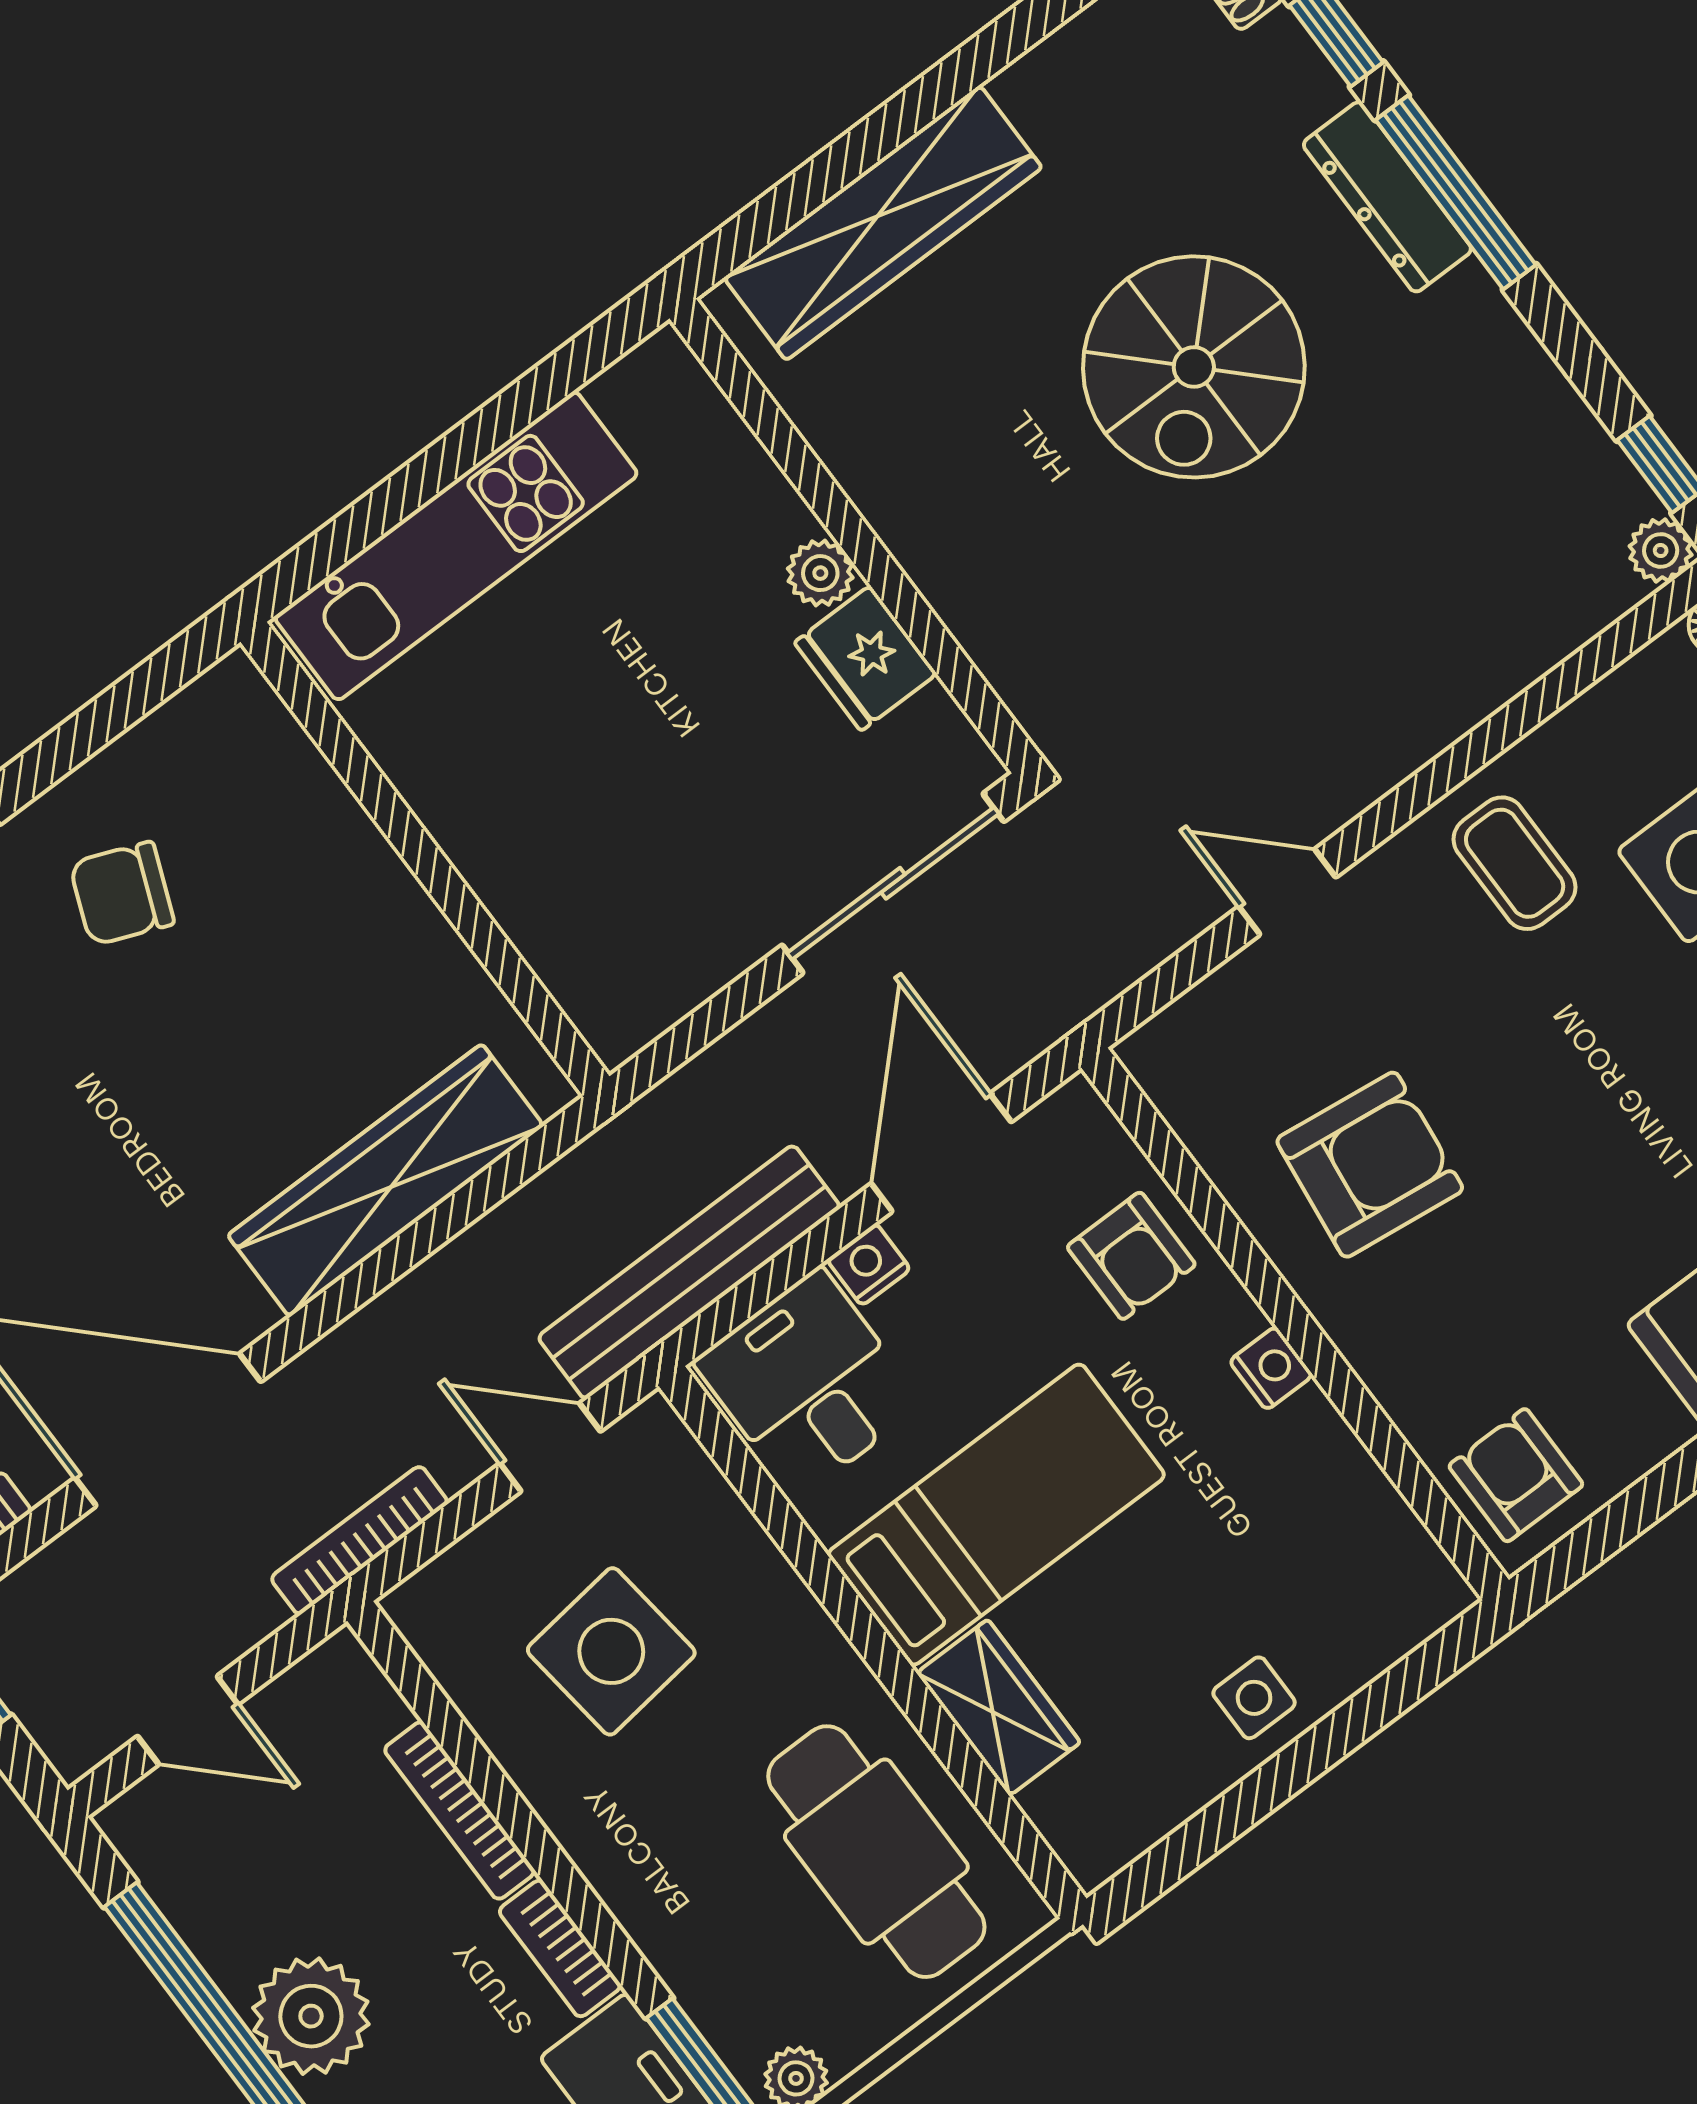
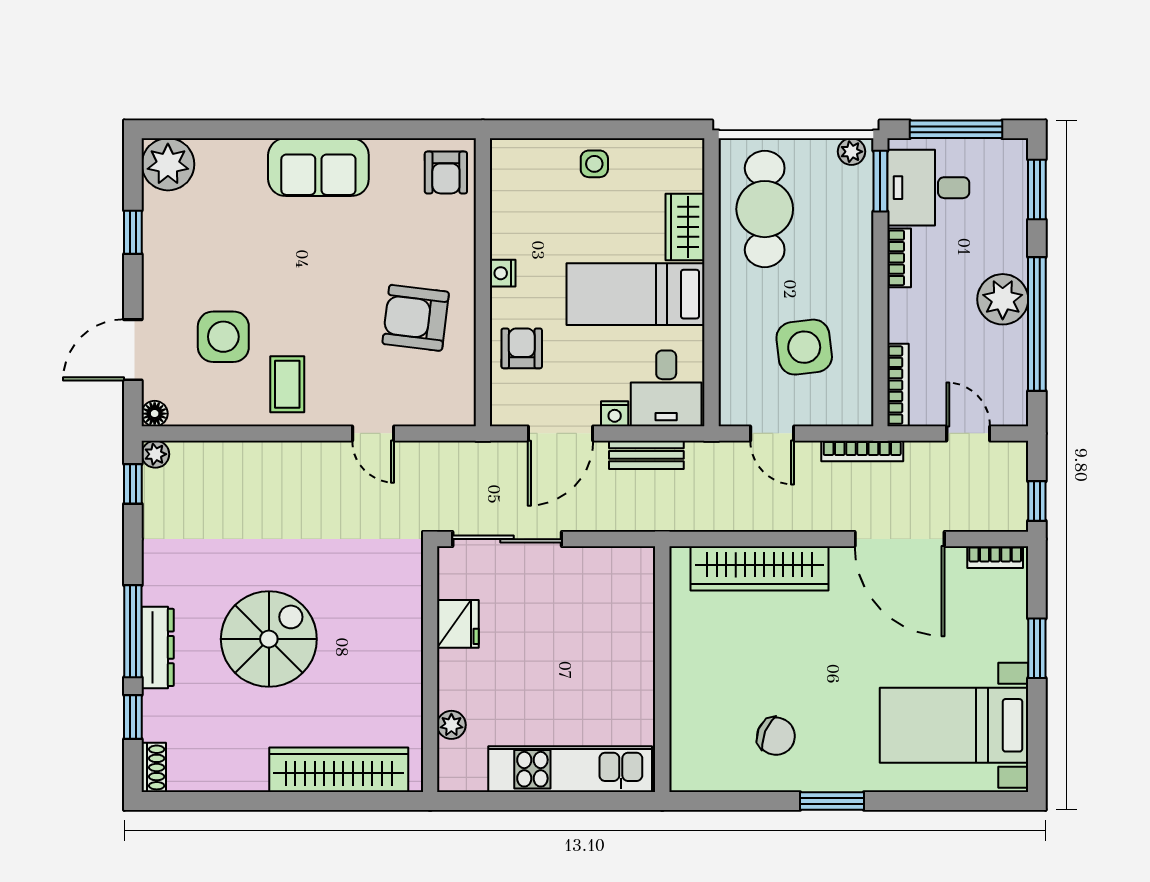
plant: (820, 573) -> (451, 725), moved
bench: (689, 1272) -> (646, 455), width x0.54, depth x0.82
bookcase: (460, 1811) -> (898, 385), moved

